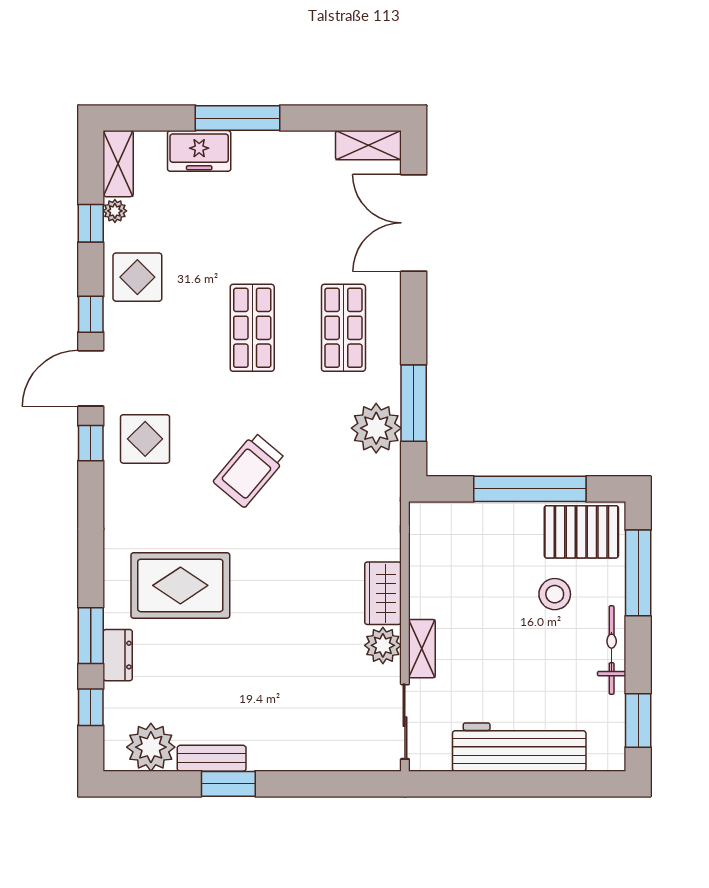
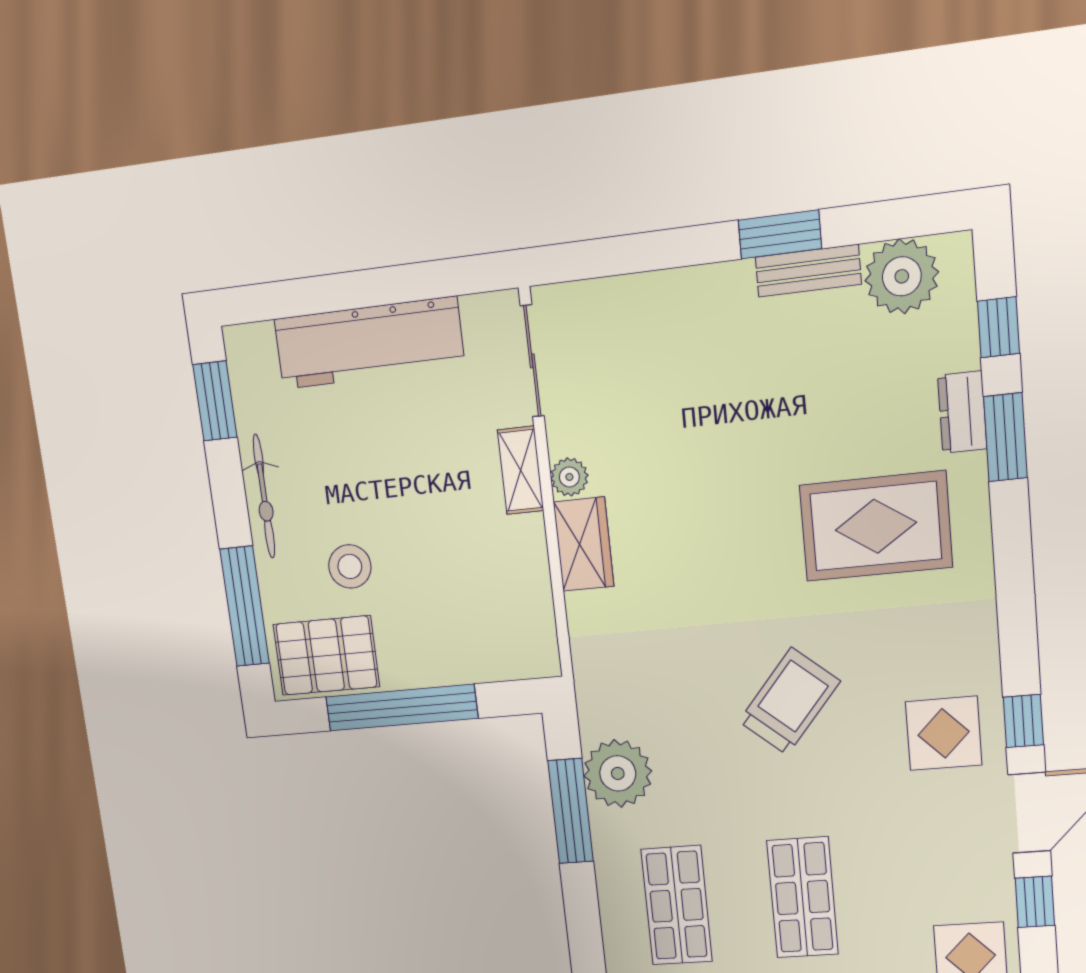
plant: (383, 645) -> (569, 477), width x0.73, depth x0.73

